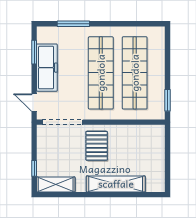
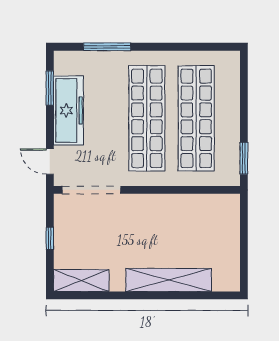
pallet: (97, 146) -> (141, 224), removed
window: (34, 168) -> (50, 238), moved

